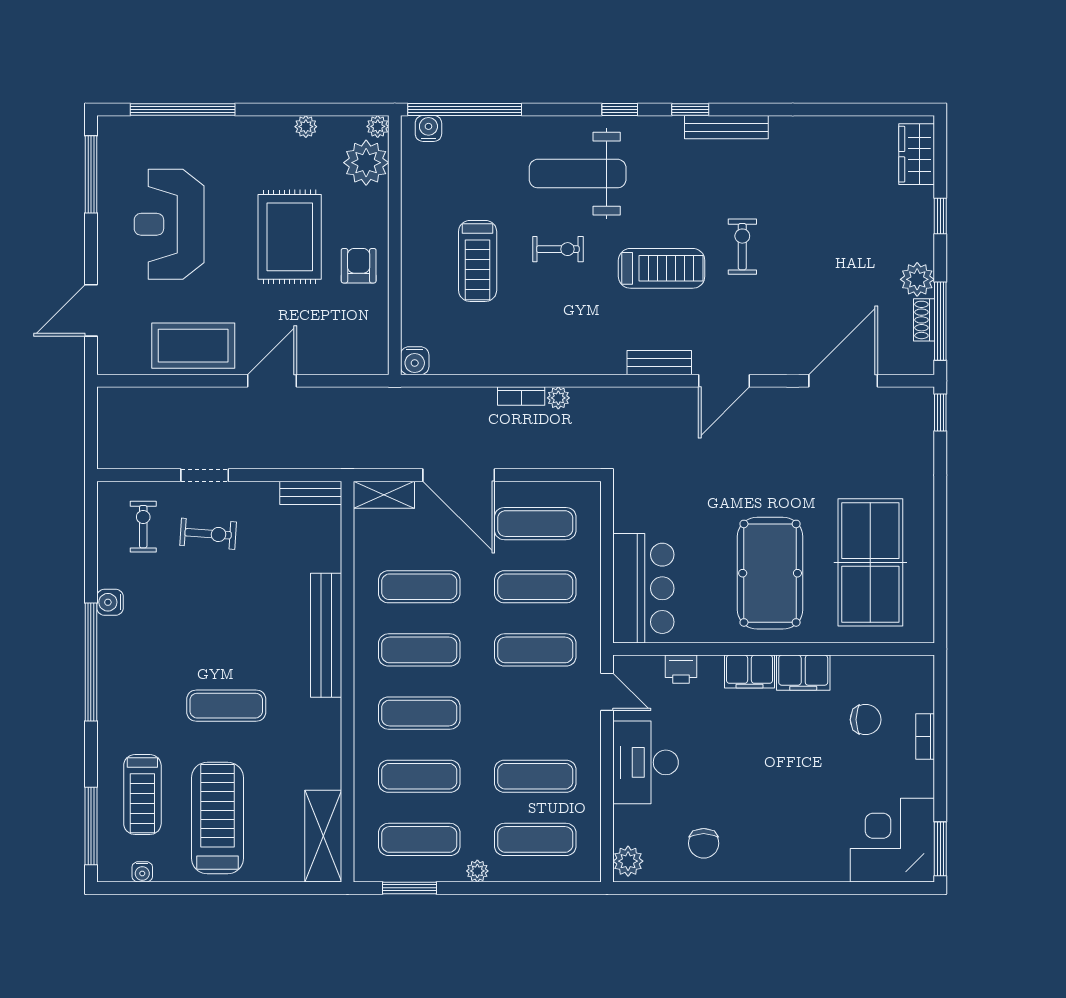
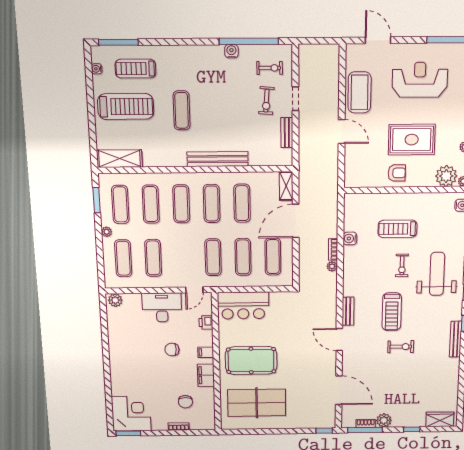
water cooler: (415, 361) -> (350, 238), moved
bench: (311, 493) -> (287, 133), moved
window: (91, 662) -> (249, 41), moved
filing cabinet: (749, 672) -> (206, 352), width x0.50
chair: (704, 843) -> (172, 350), moved

